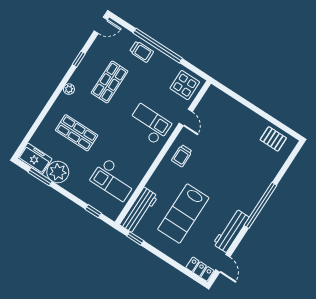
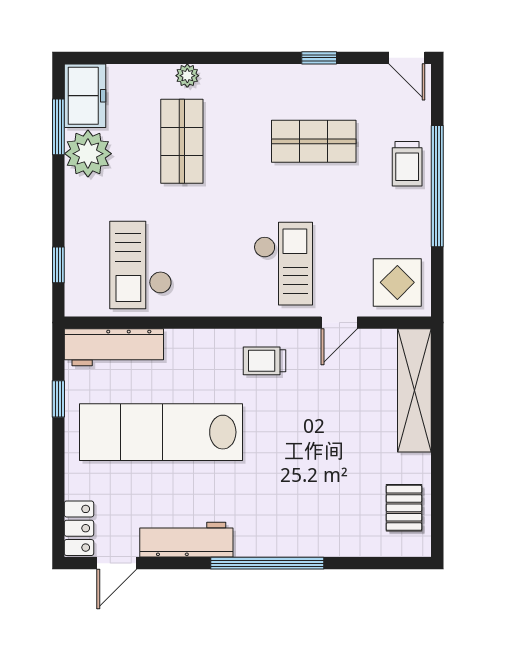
plant: (69, 89) -> (187, 76), moved
shelving: (231, 105) -> (414, 390), added
lab bench: (183, 214) -> (161, 432), width x1.36
window: (135, 238) -> (58, 399), moved

